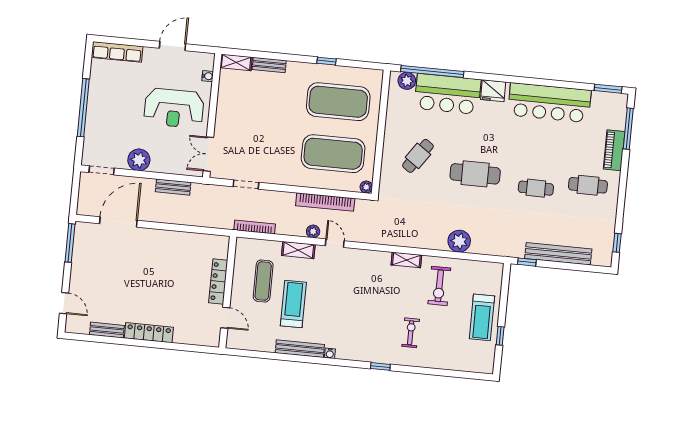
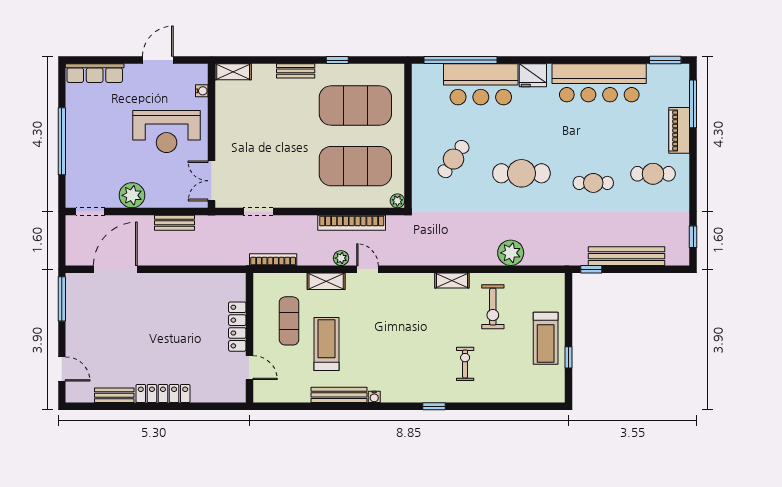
bench: (269, 65) -> (296, 71), moved
plant: (407, 81) -> (432, 74), removed

